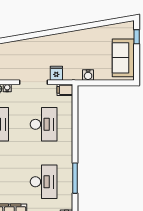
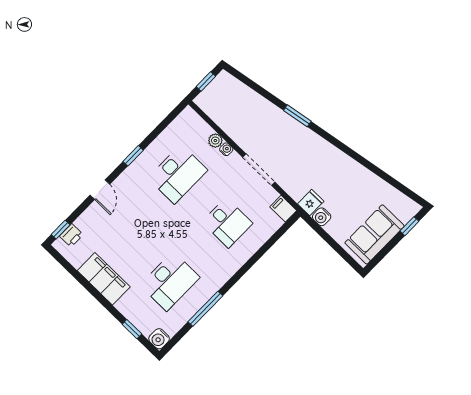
window: (26, 36) -> (297, 116), added
fridge: (56, 73) -> (311, 203), moved
desk: (44, 124) -> (227, 223), width x0.73

